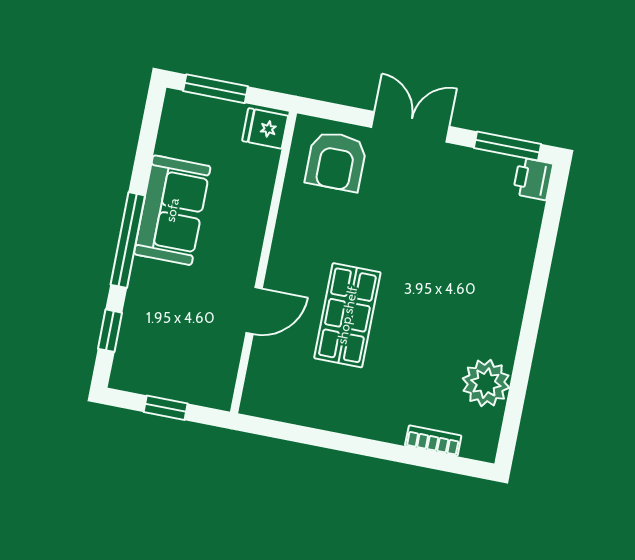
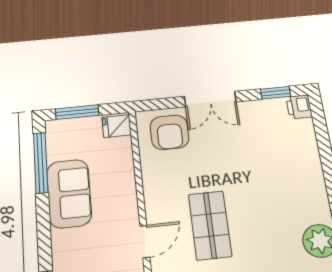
double door: (410, 127) -> (210, 99), swing flipped
window: (507, 146) -> (275, 93), width x0.67
window: (128, 240) -> (41, 163), moved

